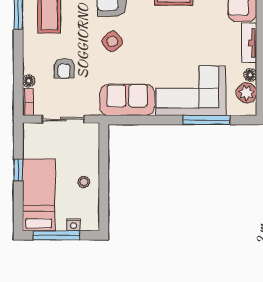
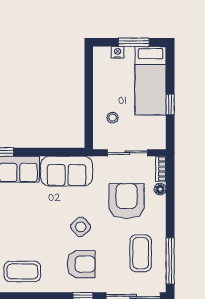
armchair: (64, 68) -> (127, 201), width x1.88, depth x1.88
stool: (84, 182) -> (113, 118), moved
window: (56, 235) -> (134, 42), width x0.69

